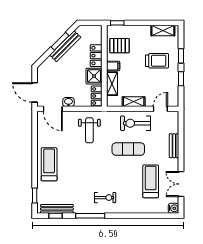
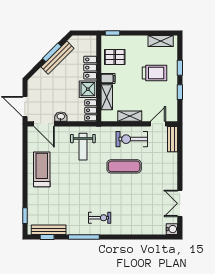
bench: (174, 146) -> (172, 139), moved
treadmill: (49, 164) -> (42, 169), moved
treadmill: (151, 181) -> (148, 200), removed

